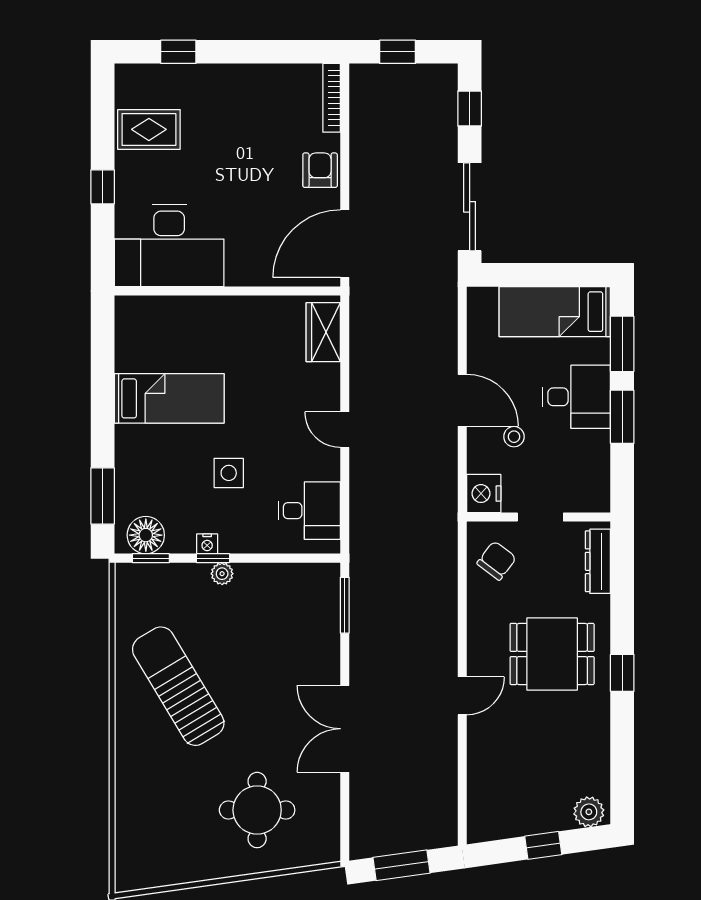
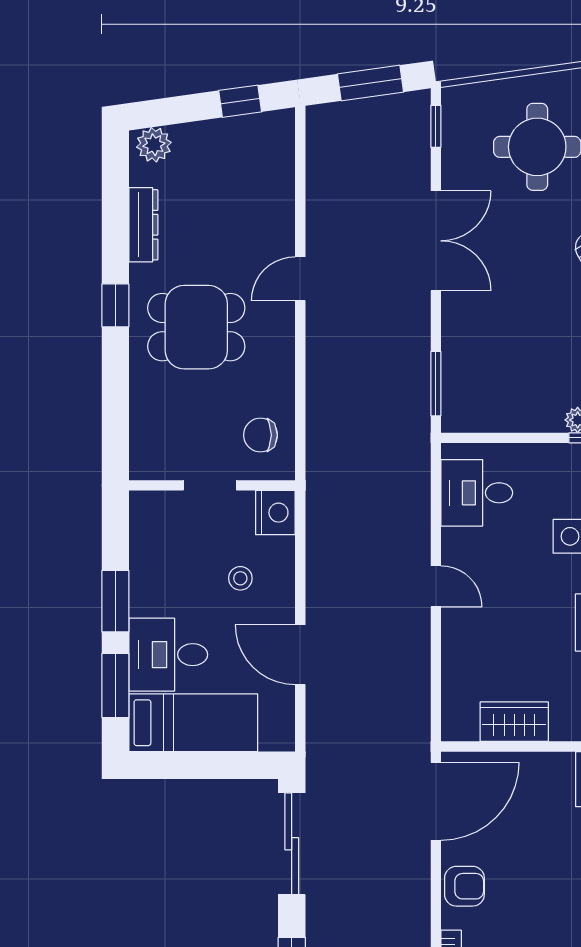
armchair: (320, 170) -> (464, 886), turned -90
wardrobe: (323, 332) -> (514, 722), moved, turned -90
desk: (576, 397) -> (168, 655), moved
door: (462, 400) -> (300, 655), moved
chair: (497, 561) -> (260, 435), turned 53
dresser: (598, 561) -> (143, 225), moved
window: (345, 828) -> (436, 126), added
window: (543, 845) -> (240, 101), moved

